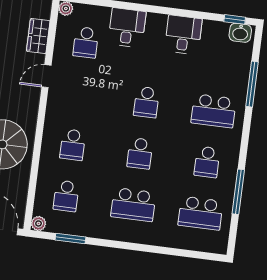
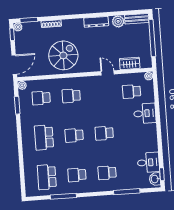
desk: (183, 35) -> (148, 162), moved
school desk: (214, 111) -> (107, 173), width x0.54

